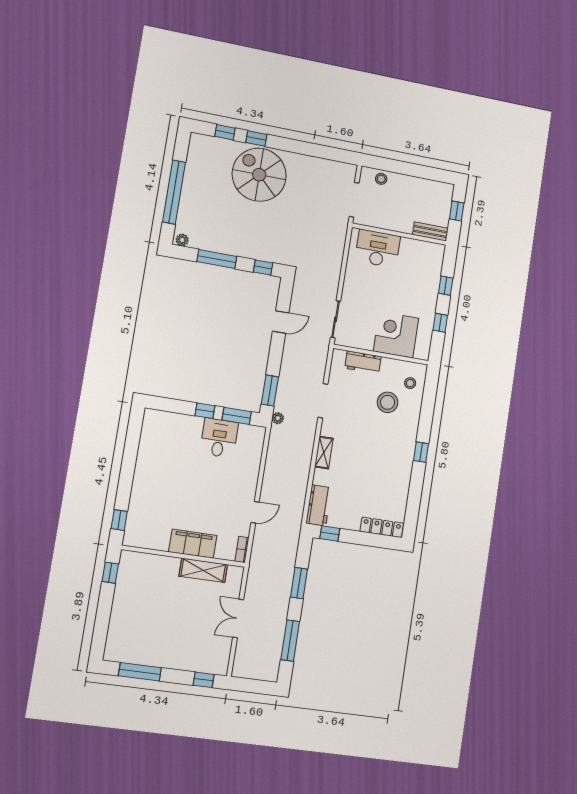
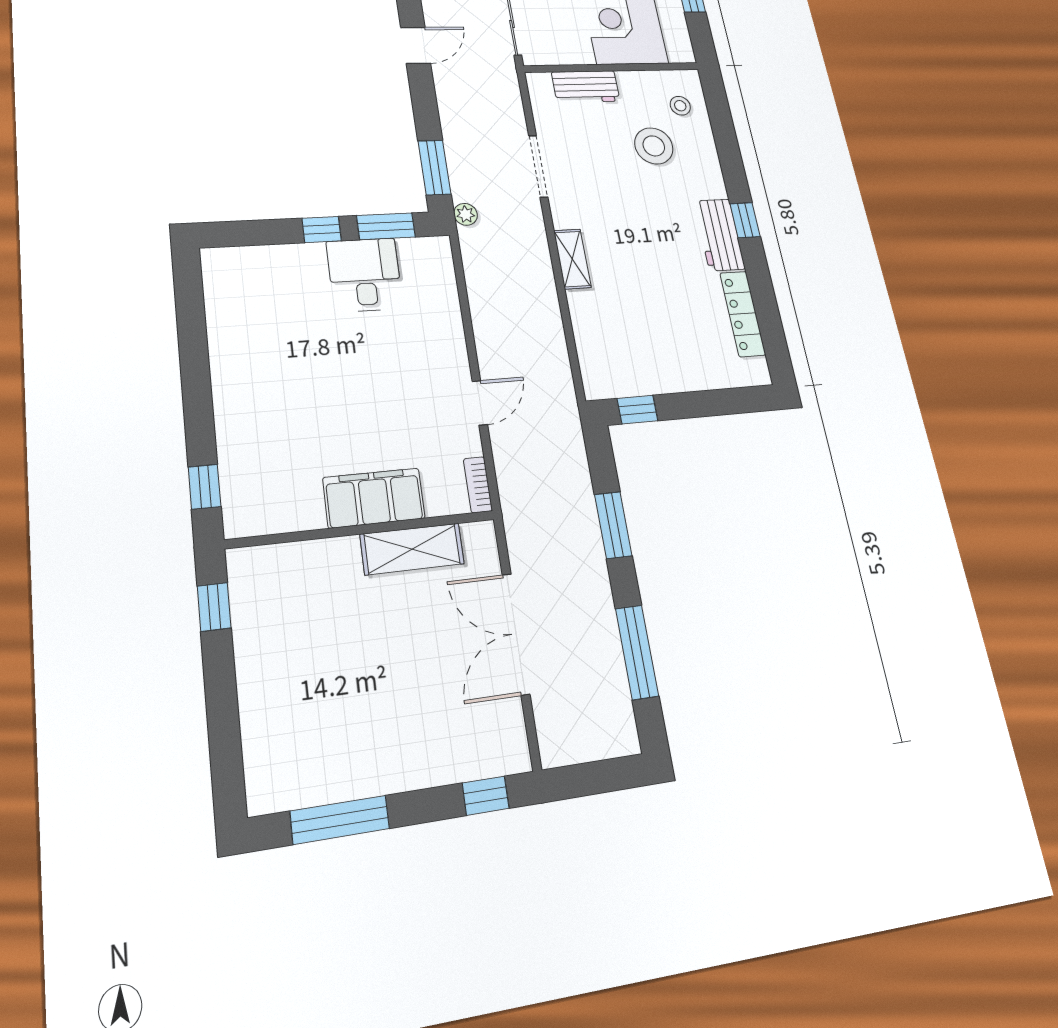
workbench: (319, 506) -> (719, 235), moved, turned 180
locker: (382, 527) -> (743, 314), moved, turned -90
double door: (238, 618) -> (516, 634), width x1.37

